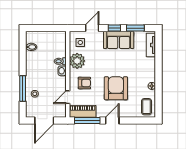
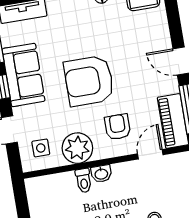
armchair: (116, 88) -> (89, 81), moved
door: (68, 97) -> (150, 154), swing flipped

